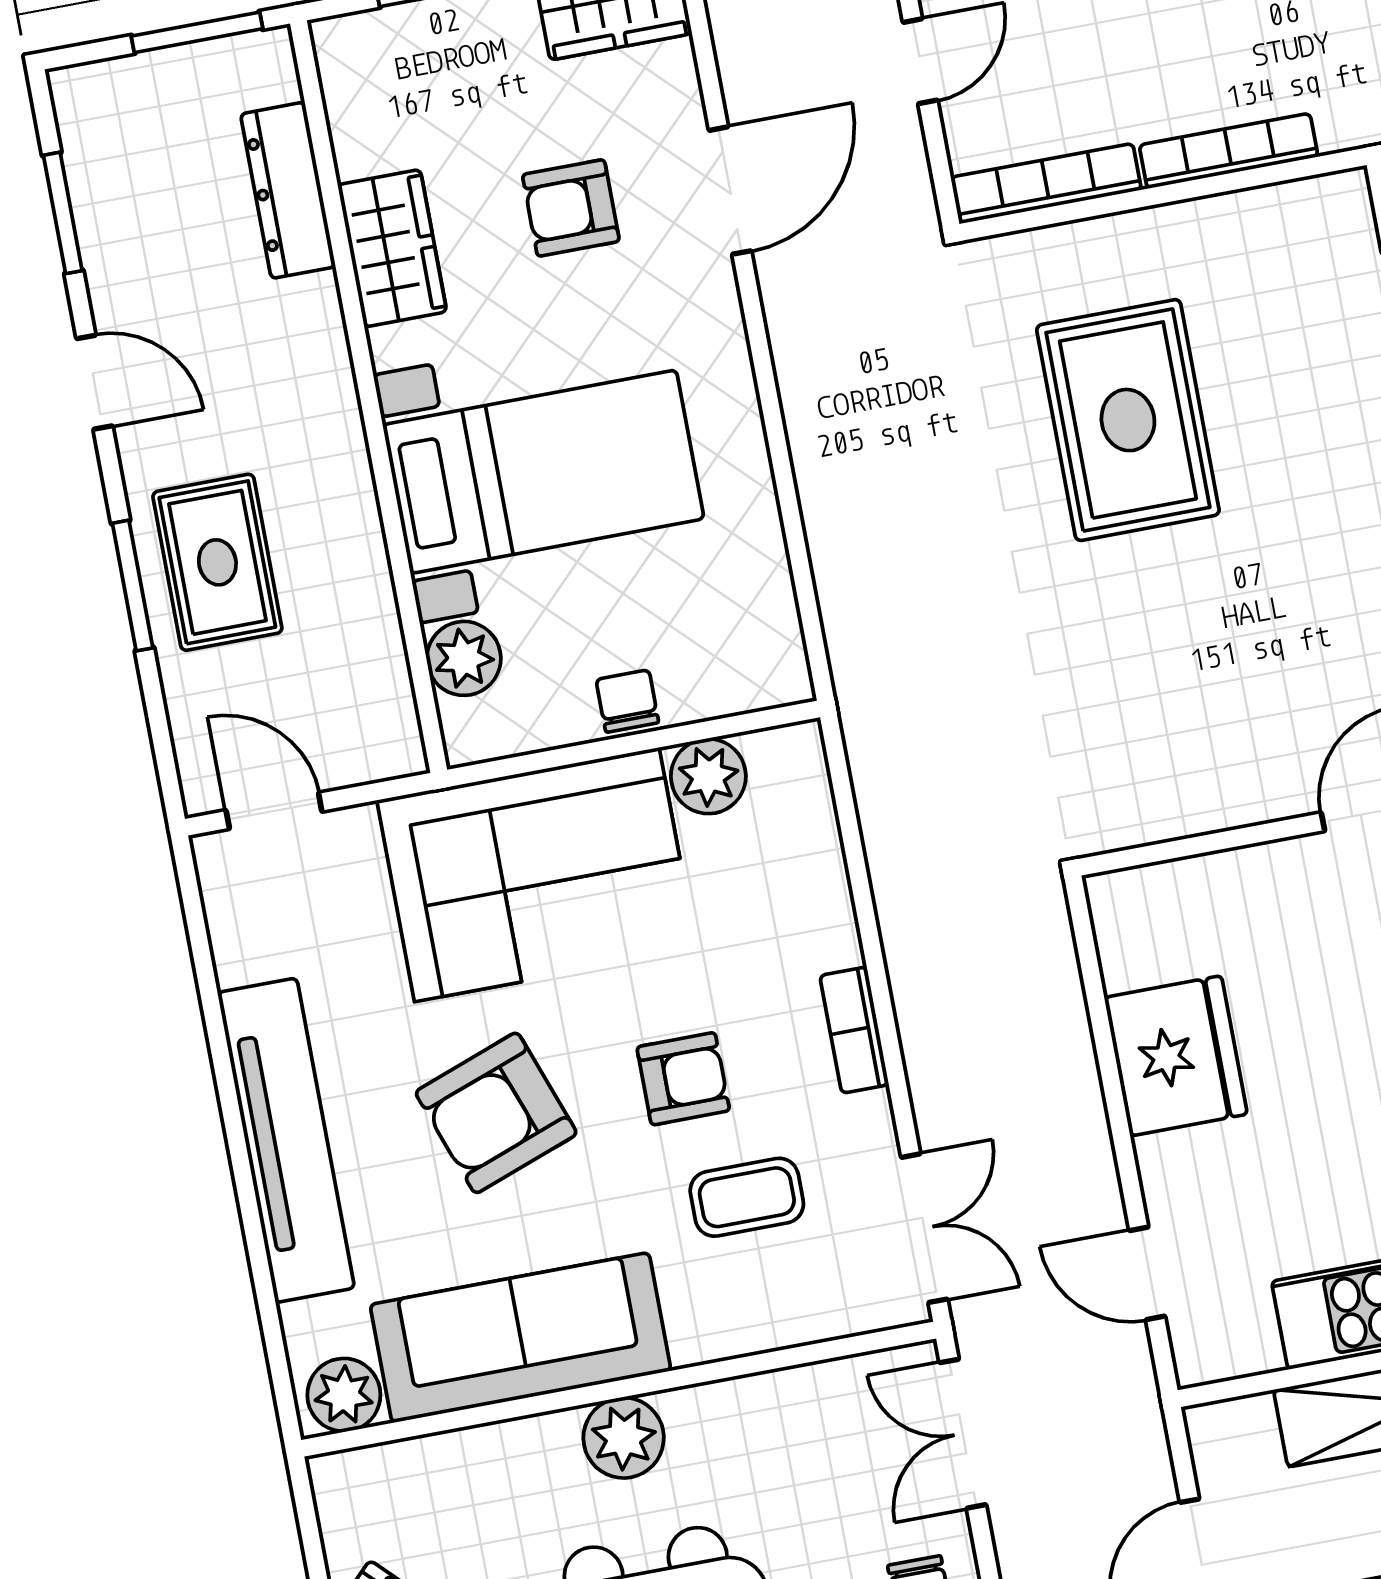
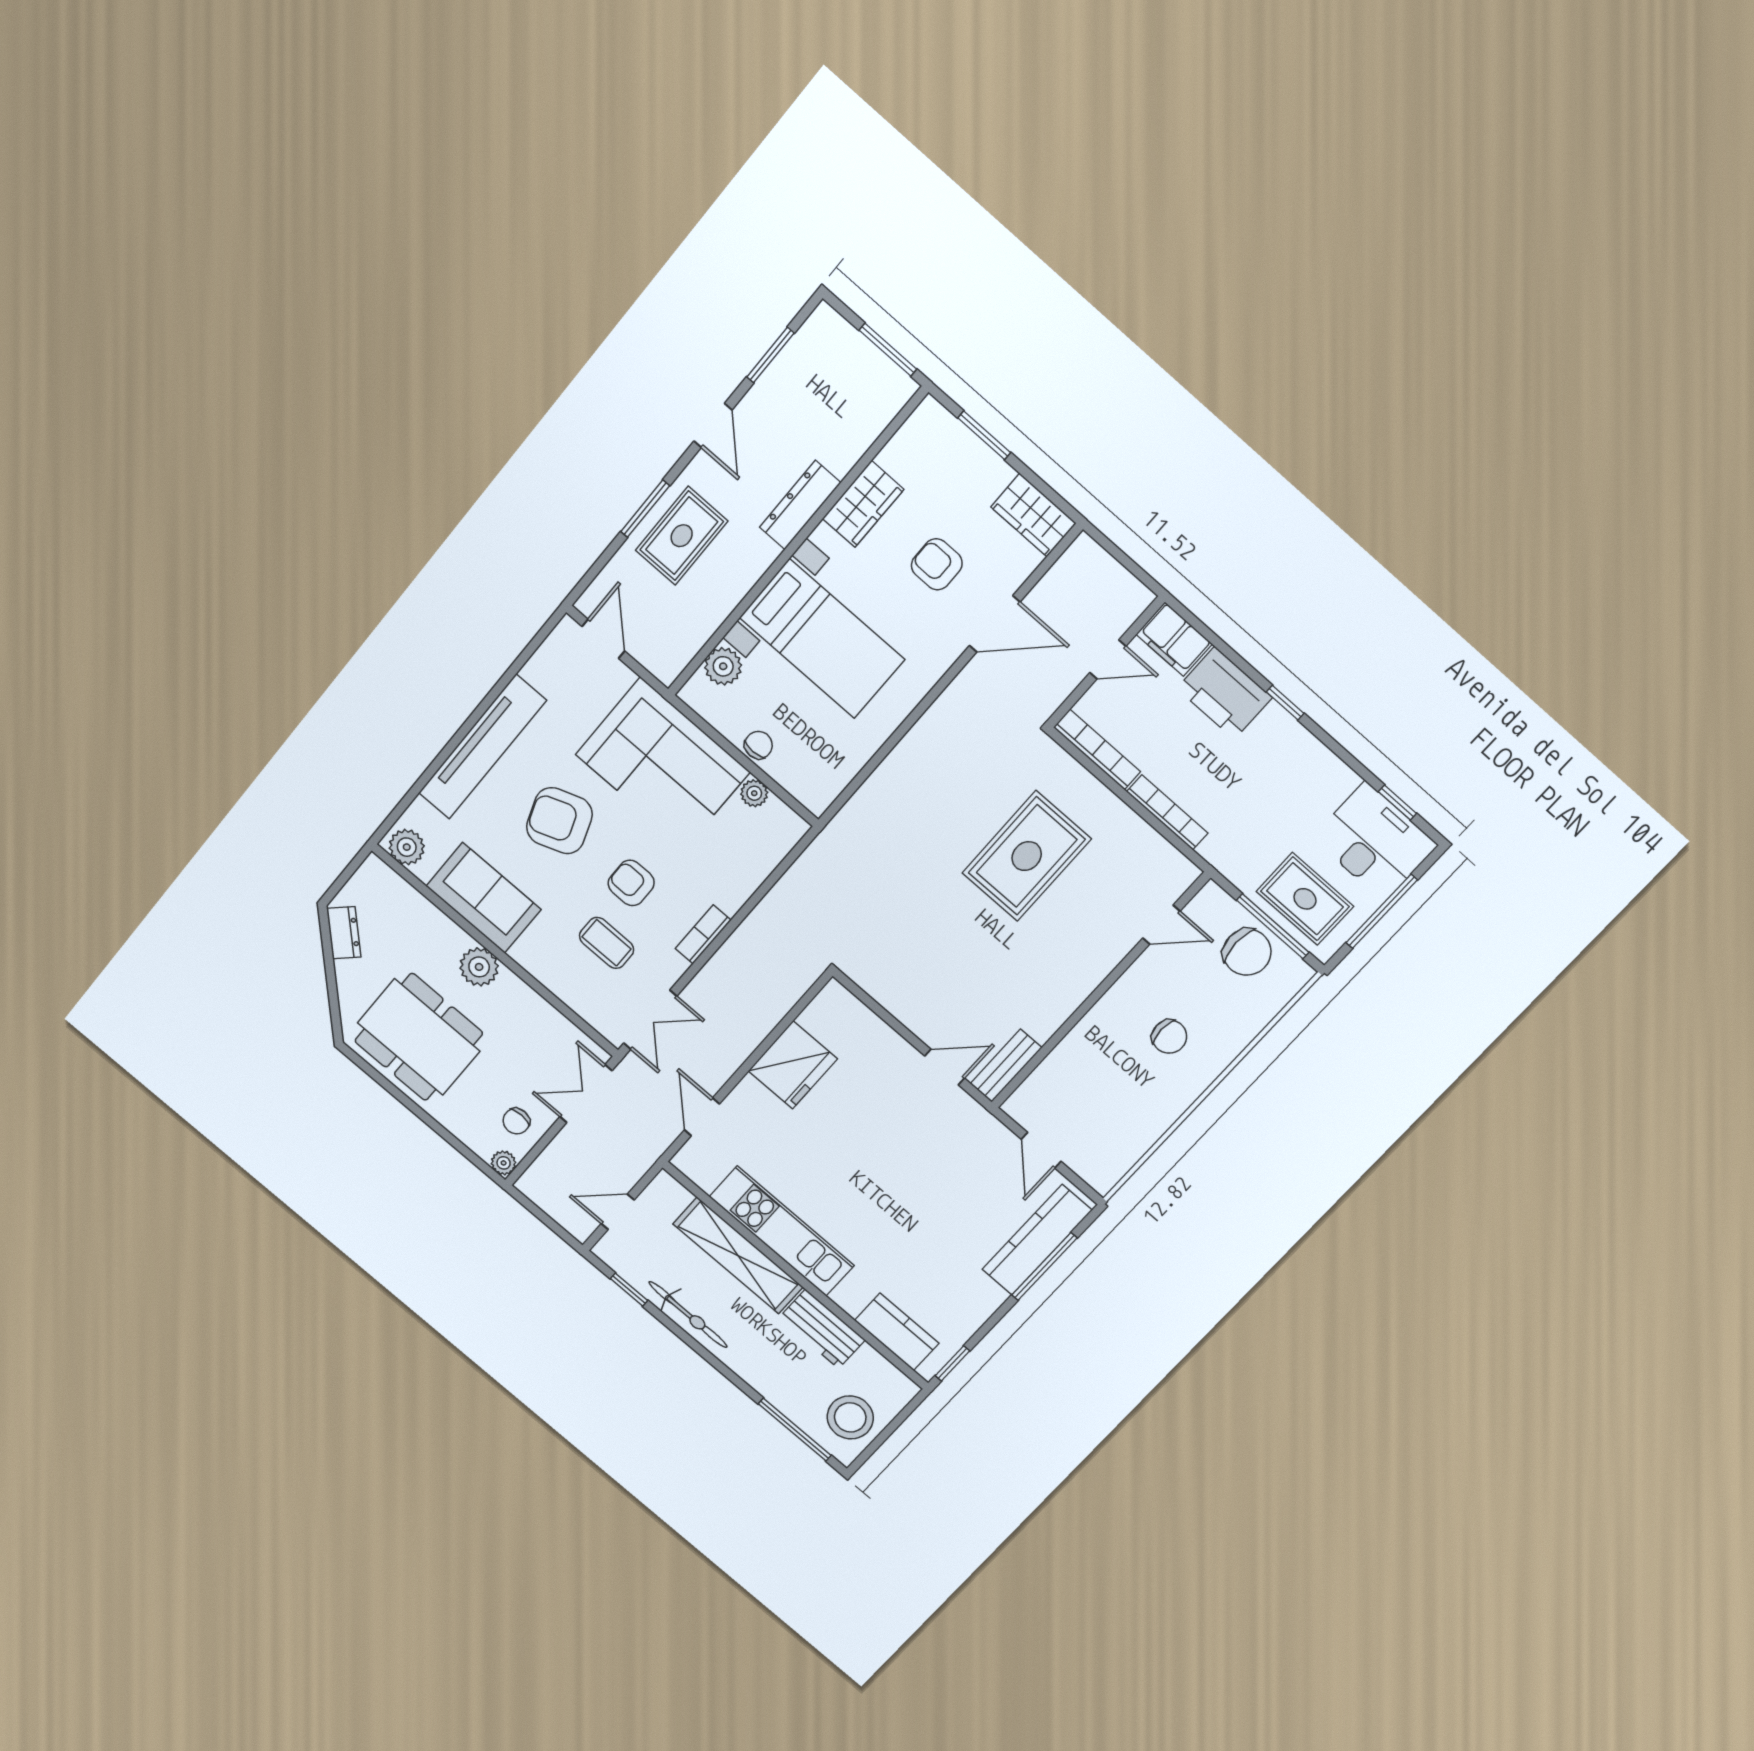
dresser: (288, 190) -> (800, 505), moved
plant: (708, 776) -> (754, 793), width x0.73, depth x0.73
armchair: (683, 1079) -> (631, 883), turned 180
sofa: (520, 1338) -> (483, 898), width x0.73

